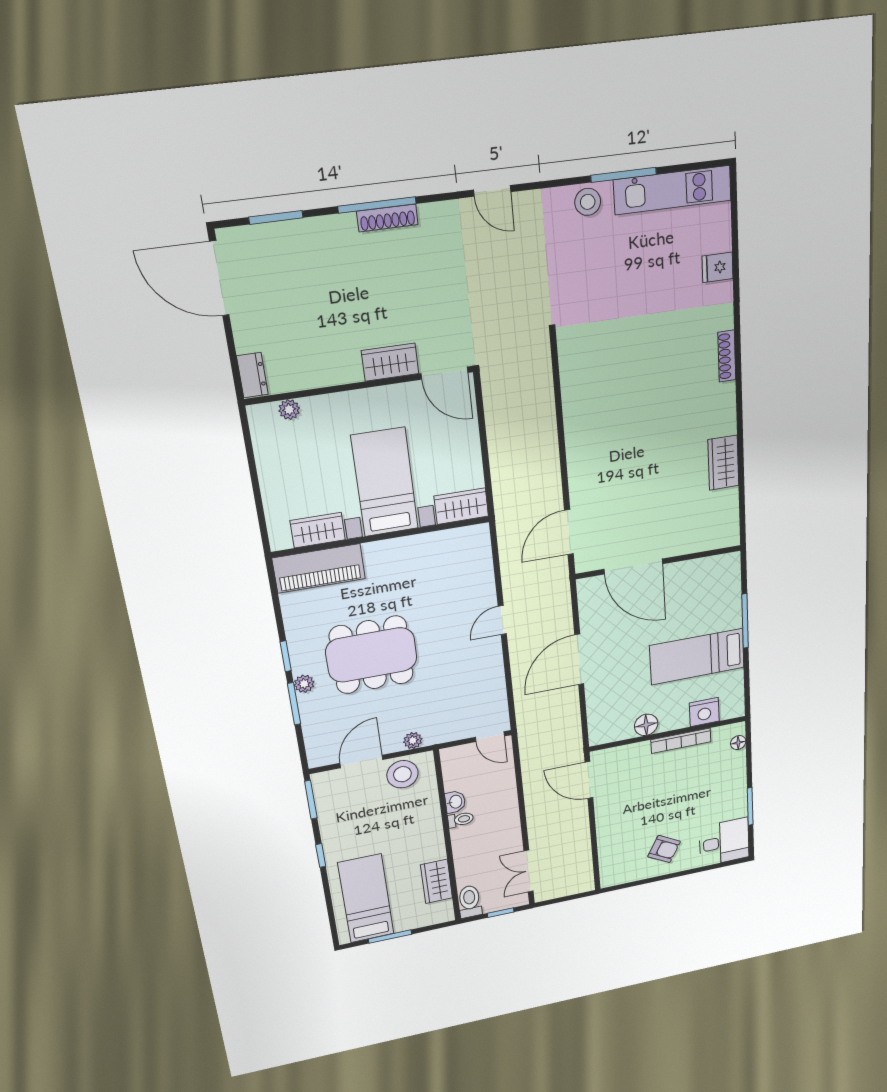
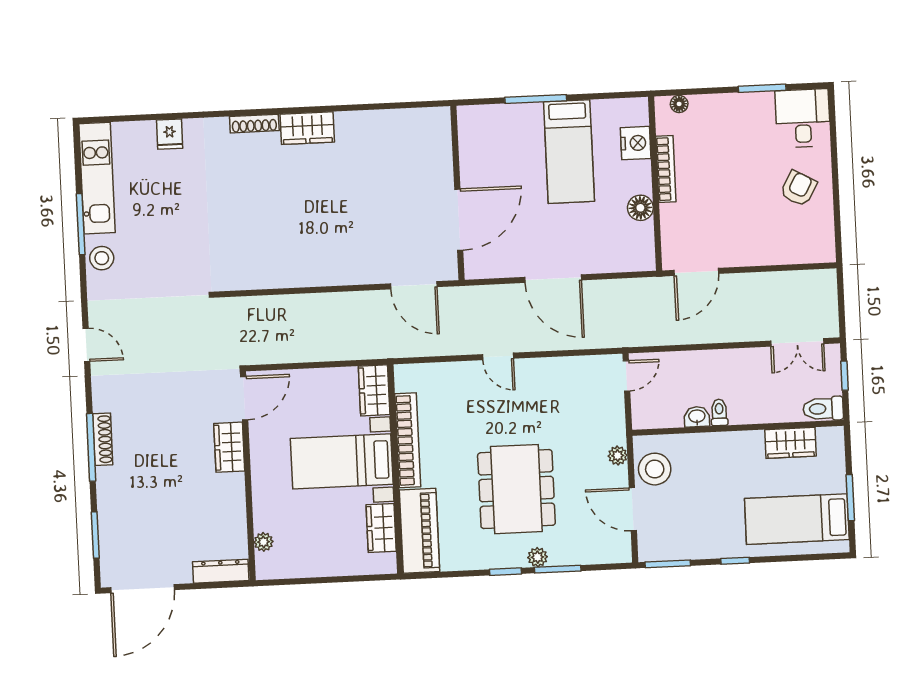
door: (492, 191) -> (86, 345), hinge flipped
dresser: (252, 375) -> (221, 571), width x1.44
wardrobe: (723, 463) -> (307, 128), moved
bookcase: (412, 545) -> (408, 440), added

